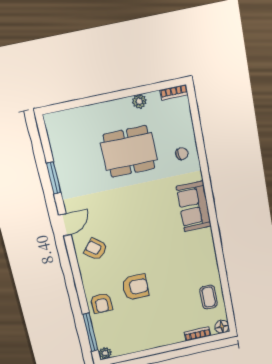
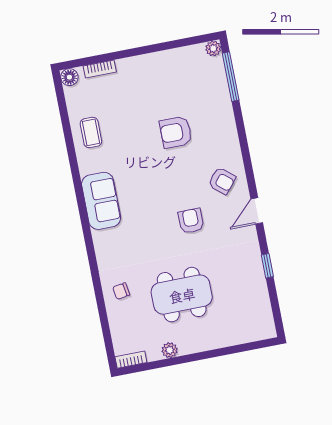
window: (54, 178) -> (267, 266), width x0.67
sofa: (194, 206) -> (101, 201), moved
coffee table: (209, 297) -> (91, 132), moved
armchair: (101, 303) -> (191, 221), moved

